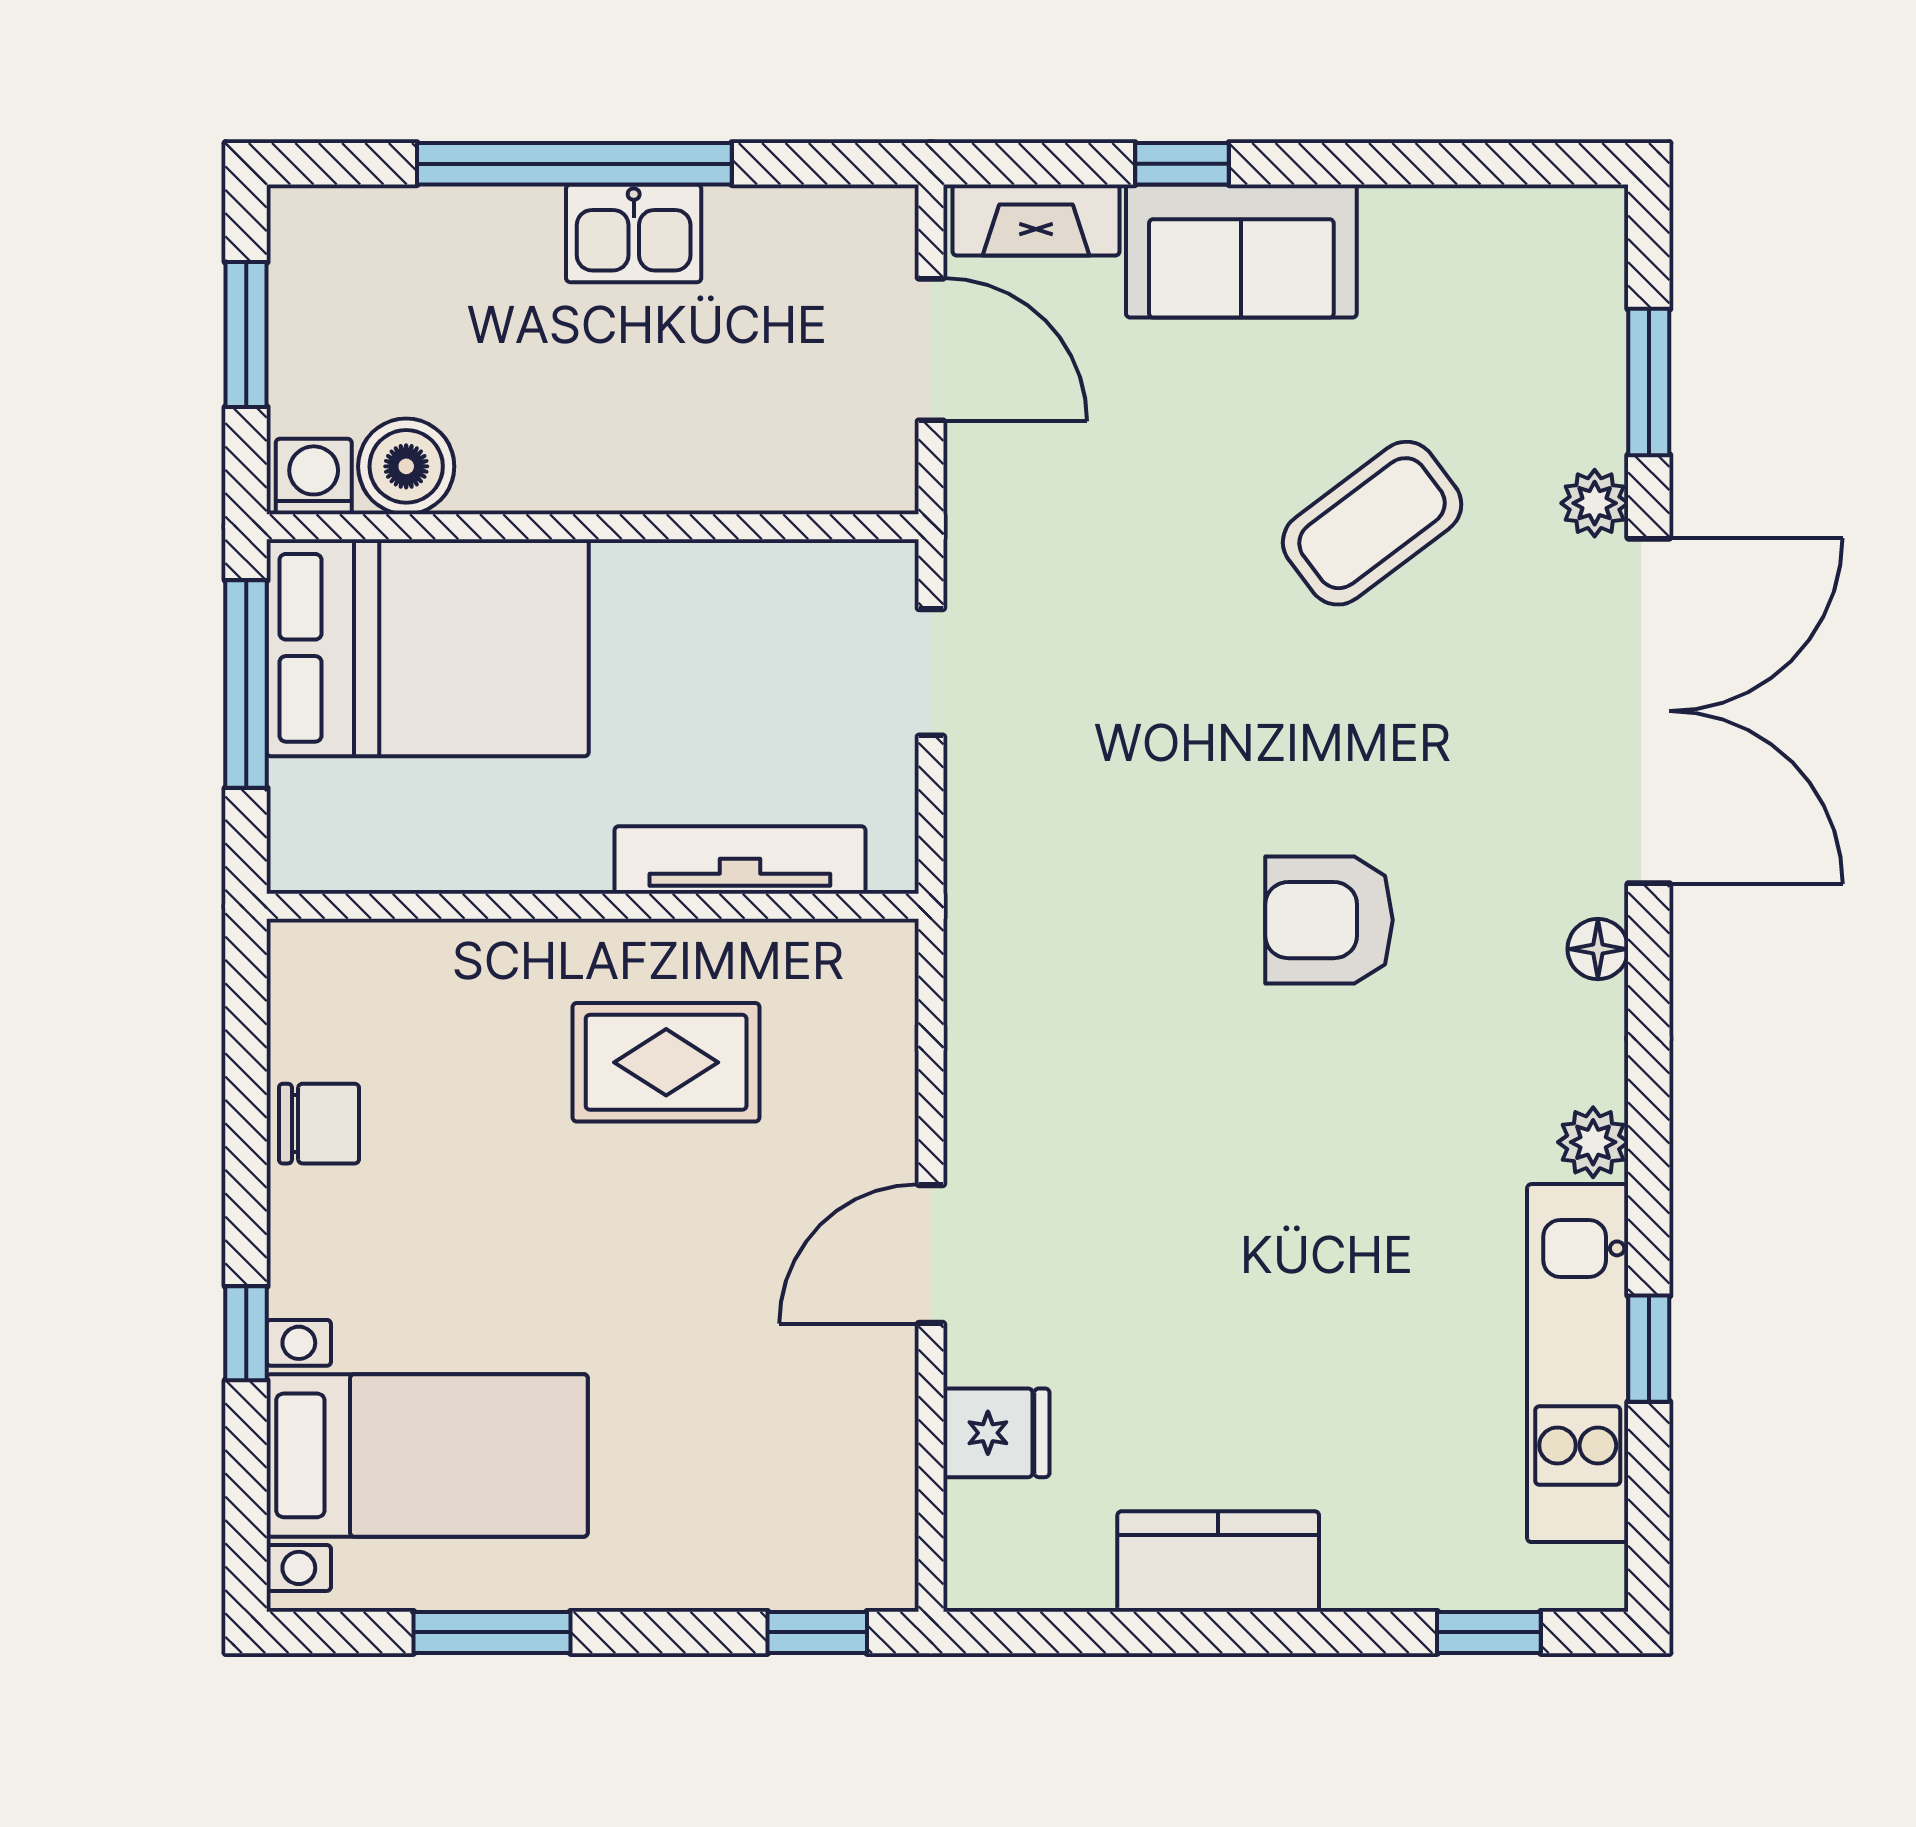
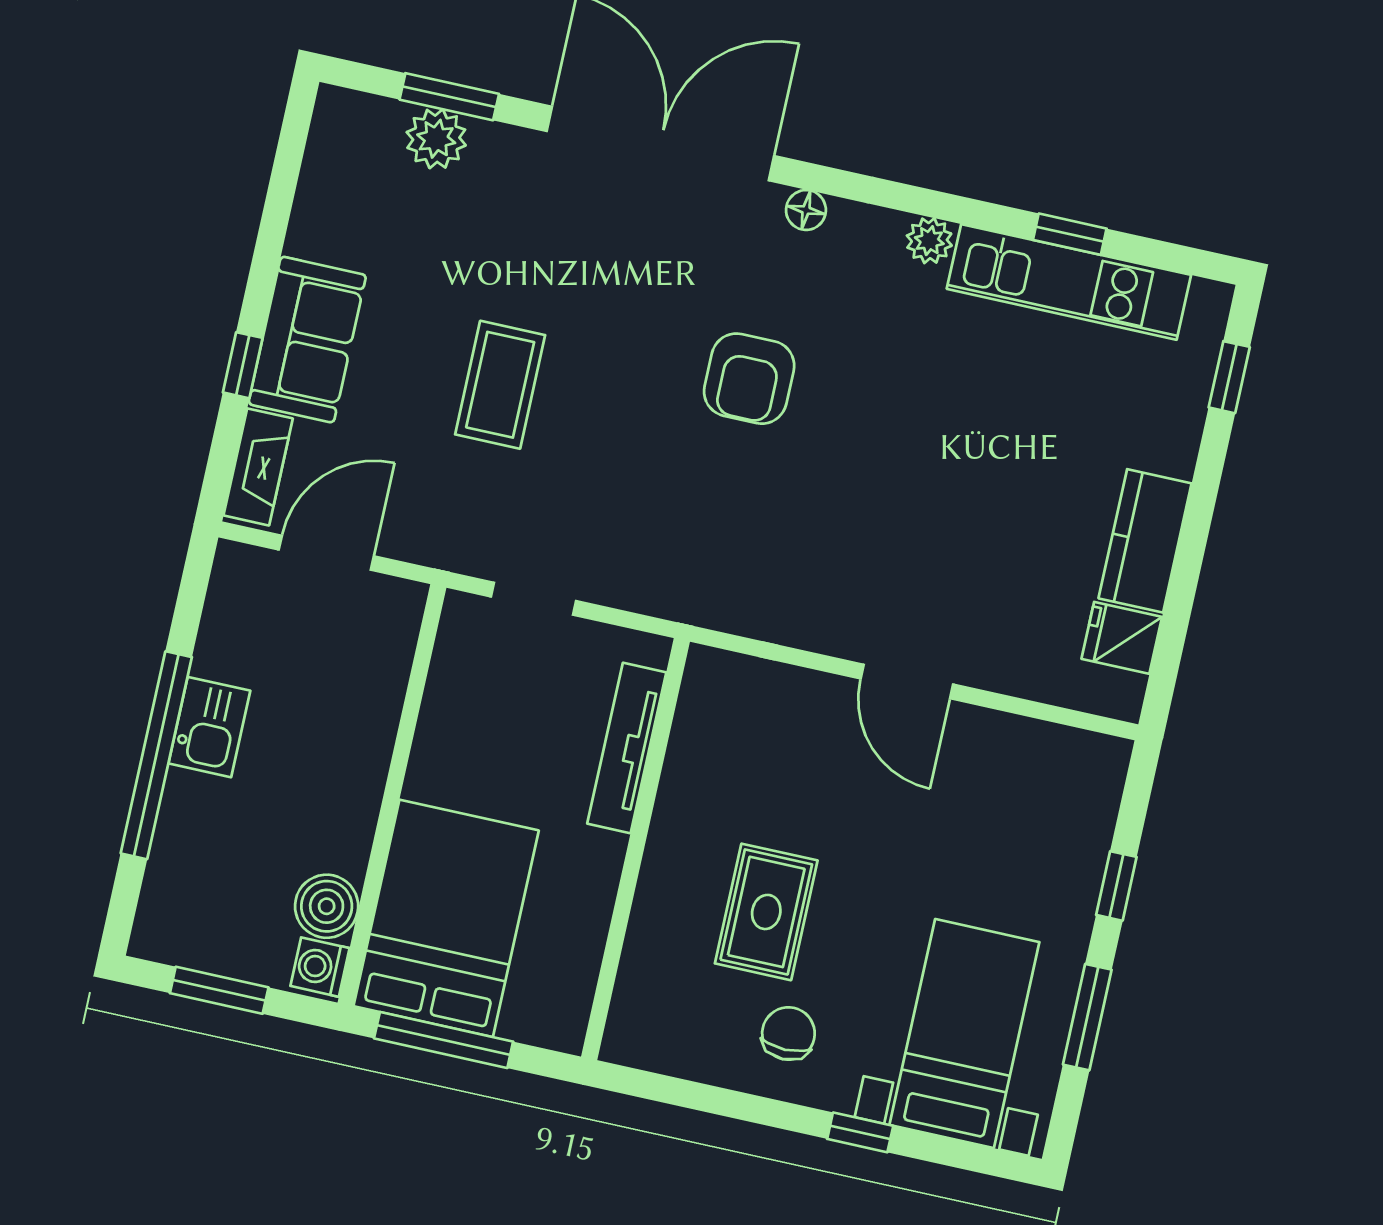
plant: (1595, 503) -> (436, 139), moved, width x1.38, depth x1.38
coffee table: (1372, 523) -> (500, 385), moved, turned 37
rug: (666, 1062) -> (766, 912), moved
chair: (319, 1124) -> (788, 1033), moved
fridge: (996, 1433) -> (1122, 638), moved, turned -90
window: (817, 1632) -> (1116, 886), moved

